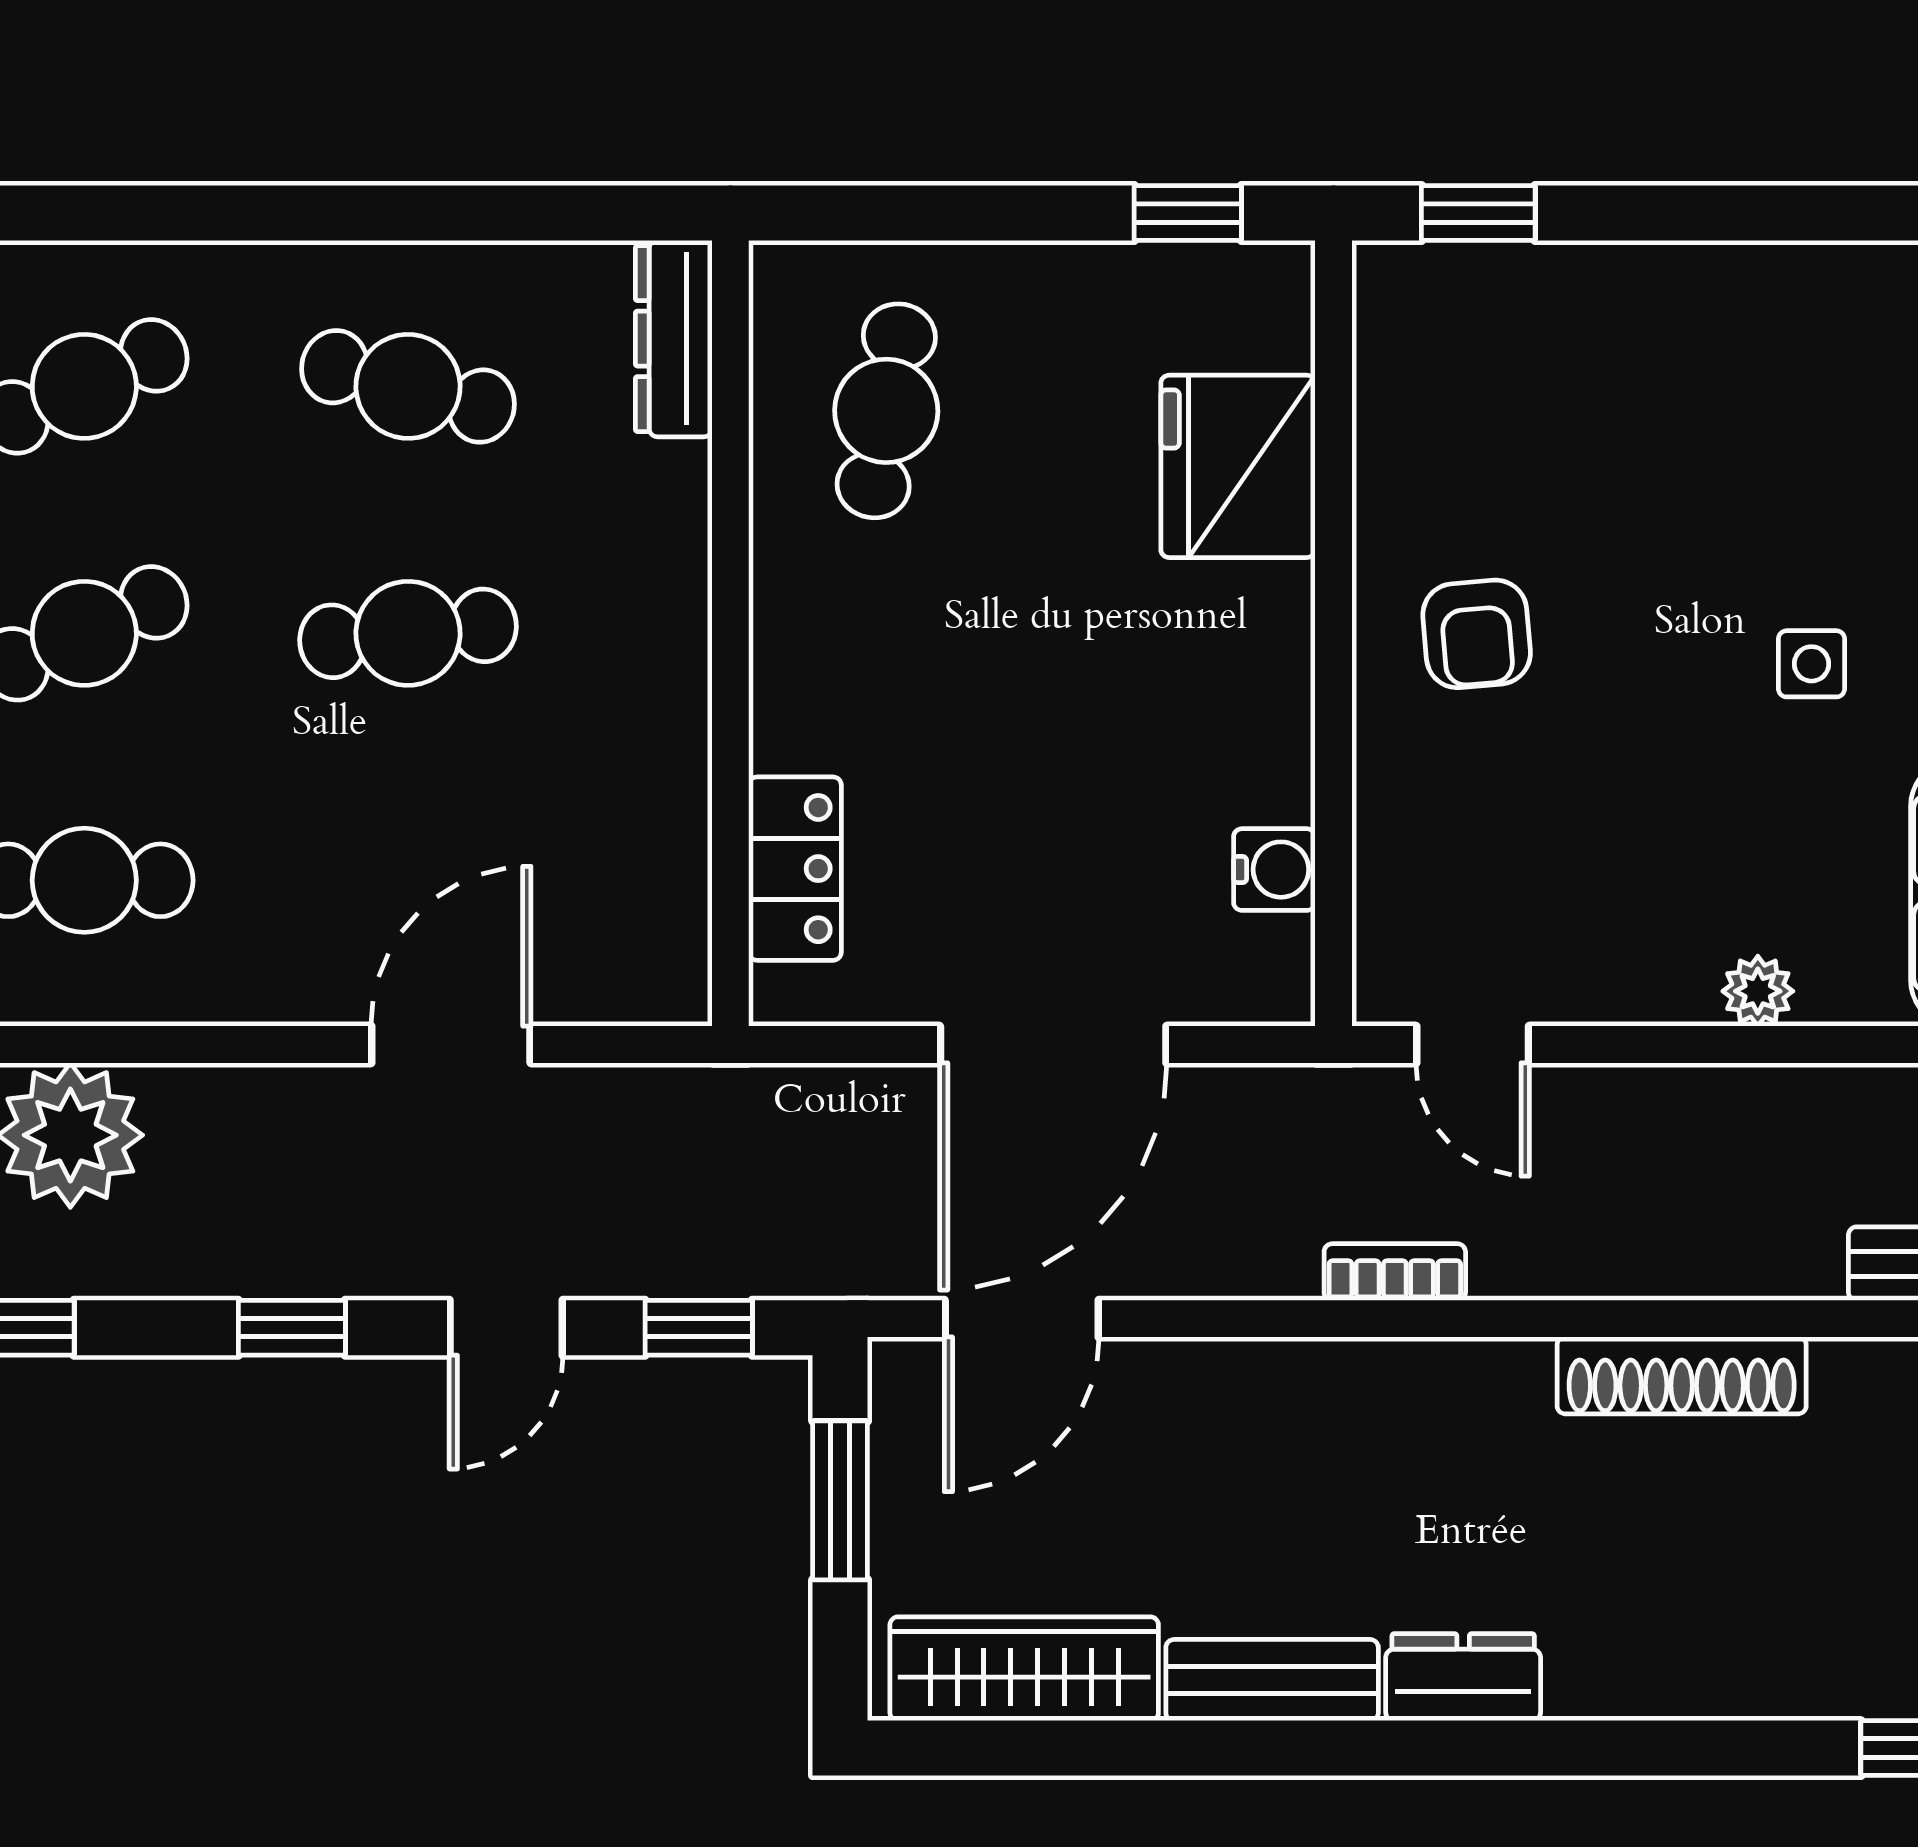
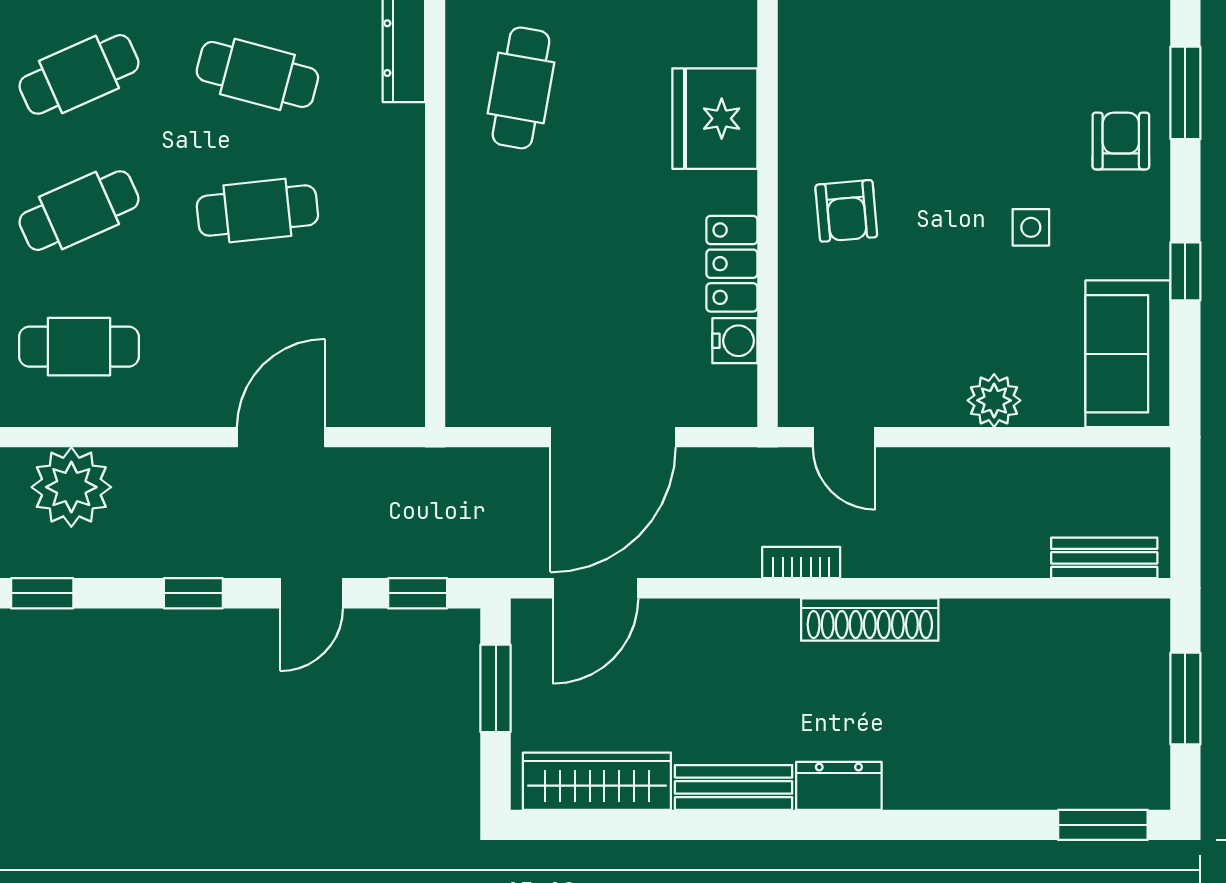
locker: (795, 869) -> (732, 264), moved, turned 180
plant: (1758, 991) -> (994, 400), width x1.38, depth x1.38
shoe rack: (1682, 1375) -> (870, 619), moved

